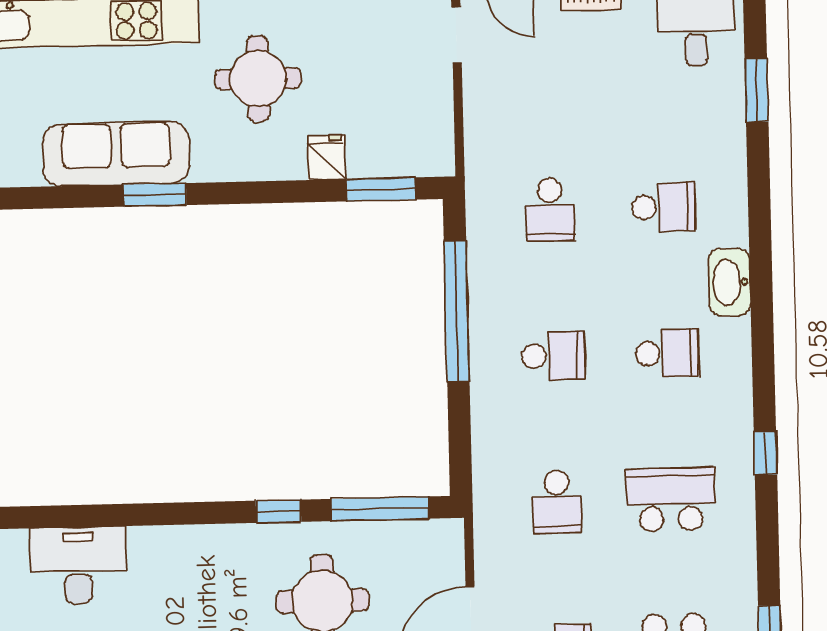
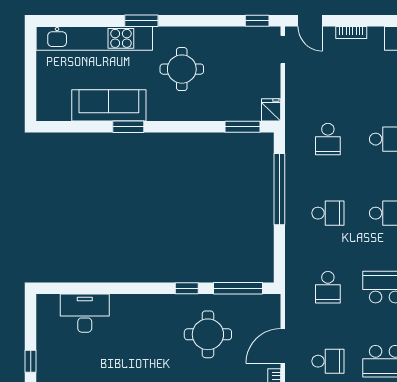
fridge: (326, 158) -> (271, 110), moved

